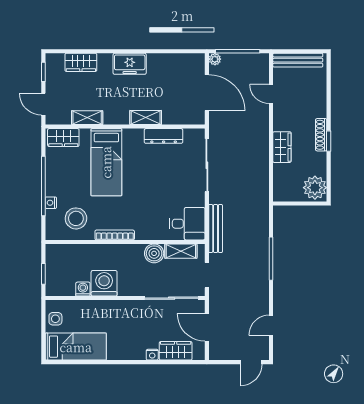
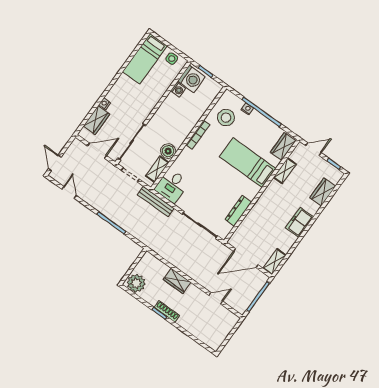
plant: (215, 59) -> (263, 278), removed
bench: (298, 60) -> (225, 331), removed
shelving: (146, 118) -> (275, 262), moved
washing machine: (104, 283) -> (191, 79), moved

